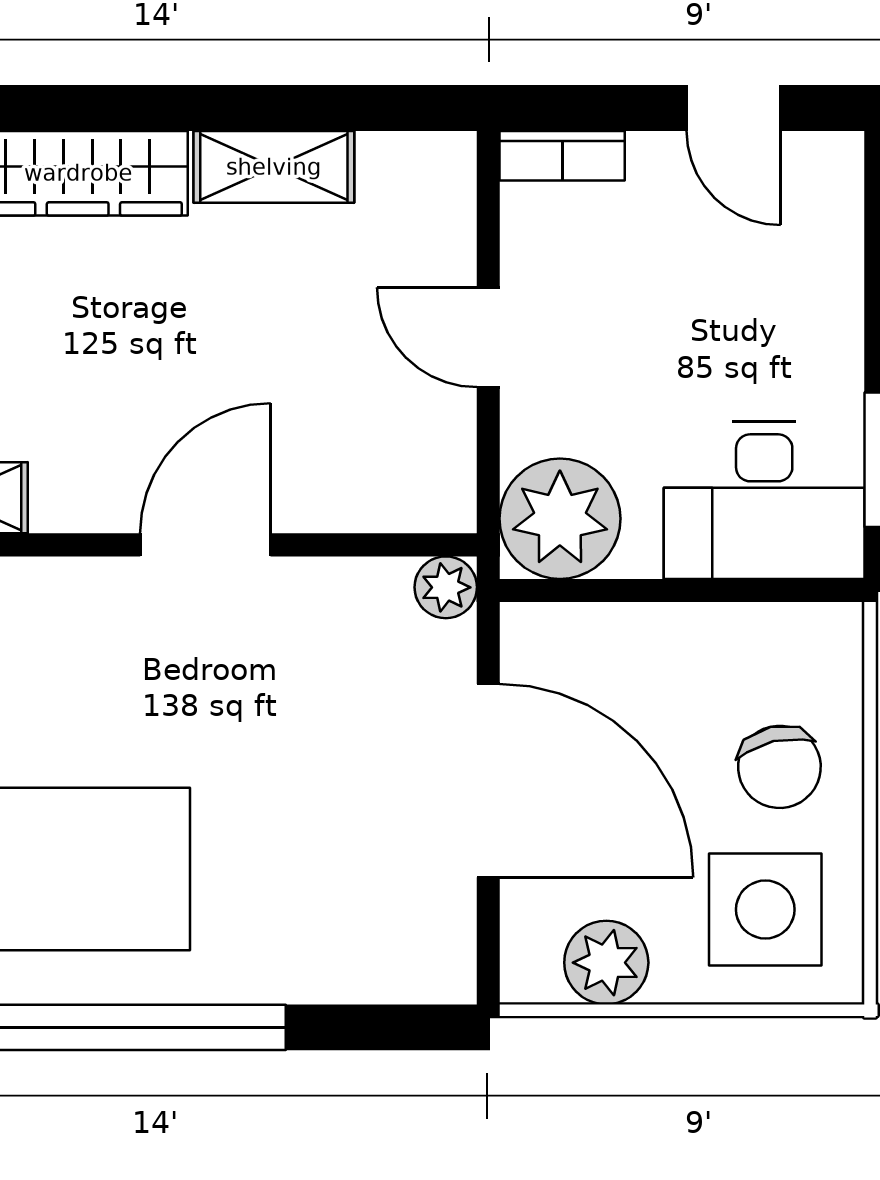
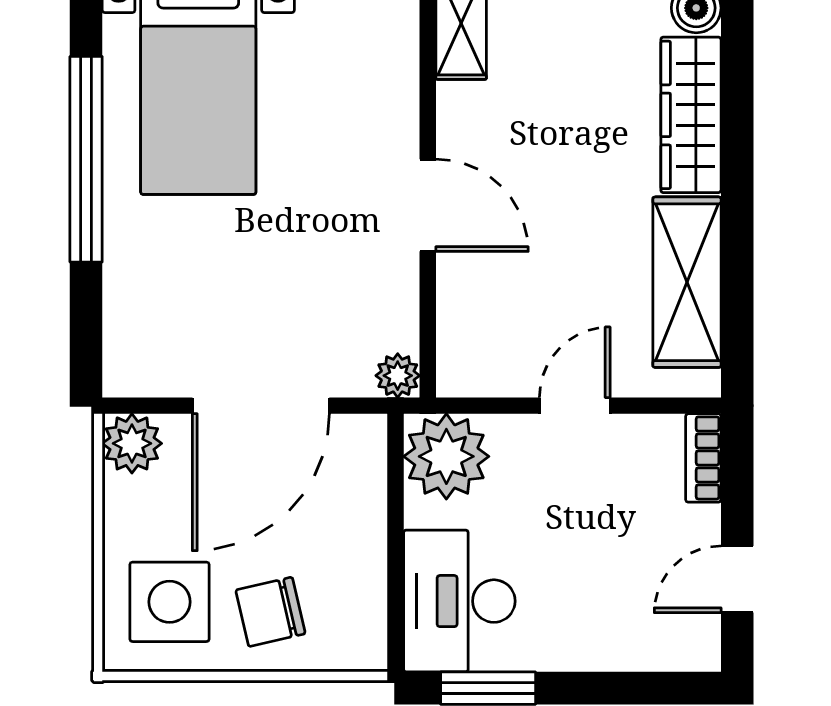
shelving: (274, 167) -> (687, 282), width x1.50, depth x1.33
plant: (606, 963) -> (132, 443), moved

